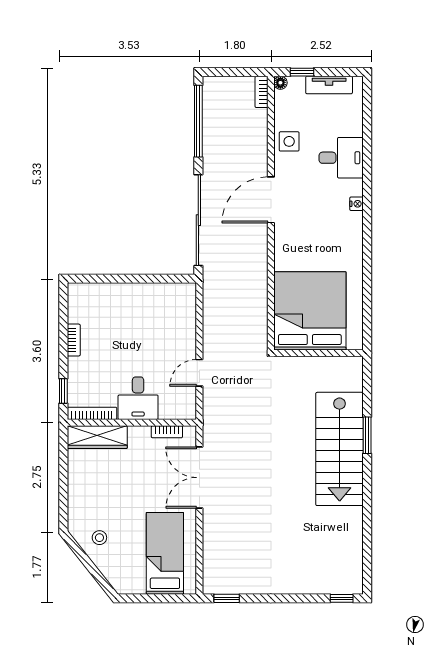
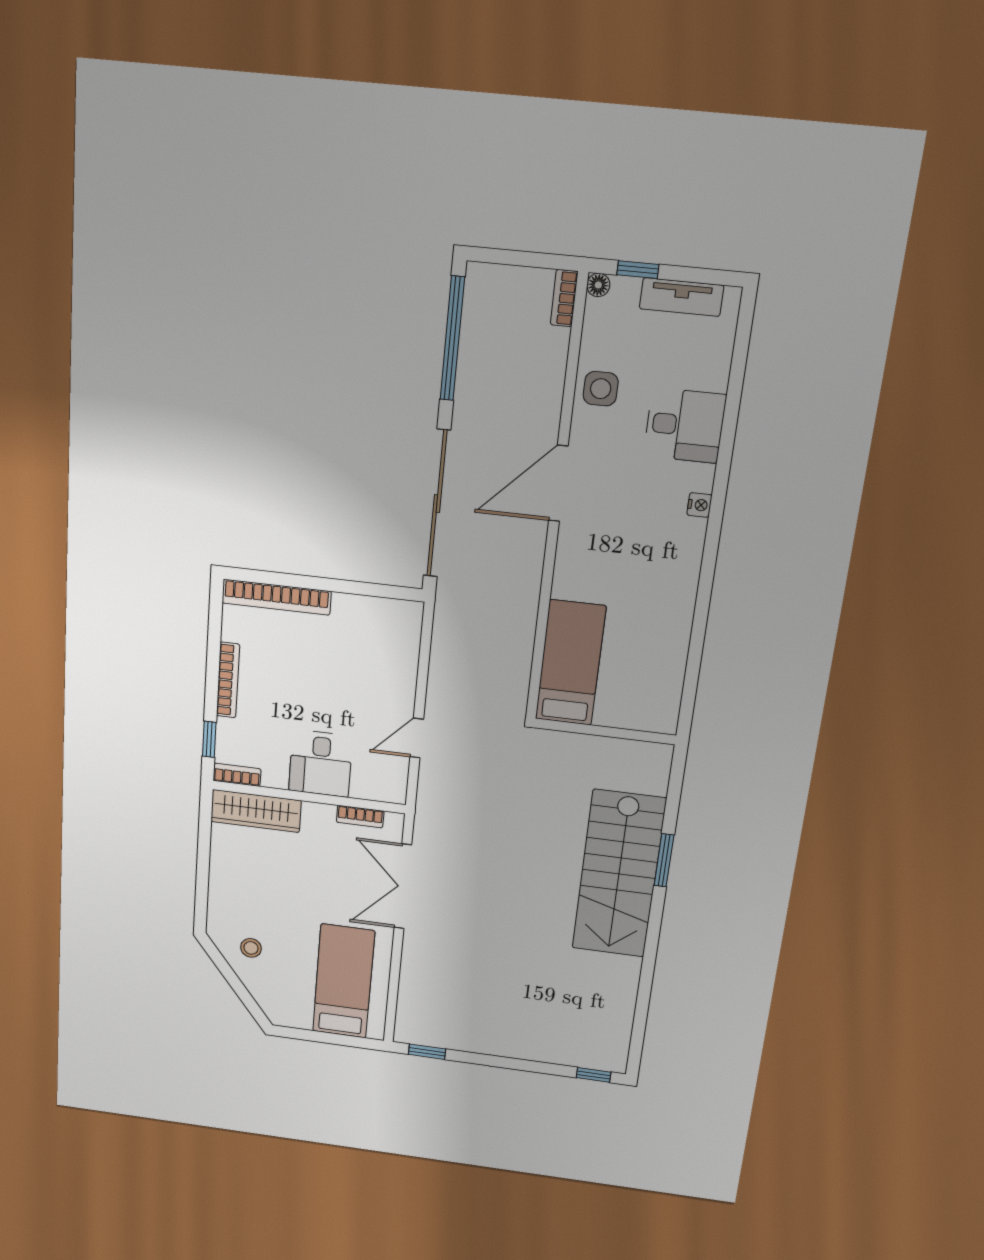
bookcase: (102, 291) -> (276, 597), added
bed: (310, 311) -> (570, 663), width x0.49
bookcase: (74, 340) -> (228, 680), width x1.56
bookcase: (92, 413) -> (237, 775), width x0.64

